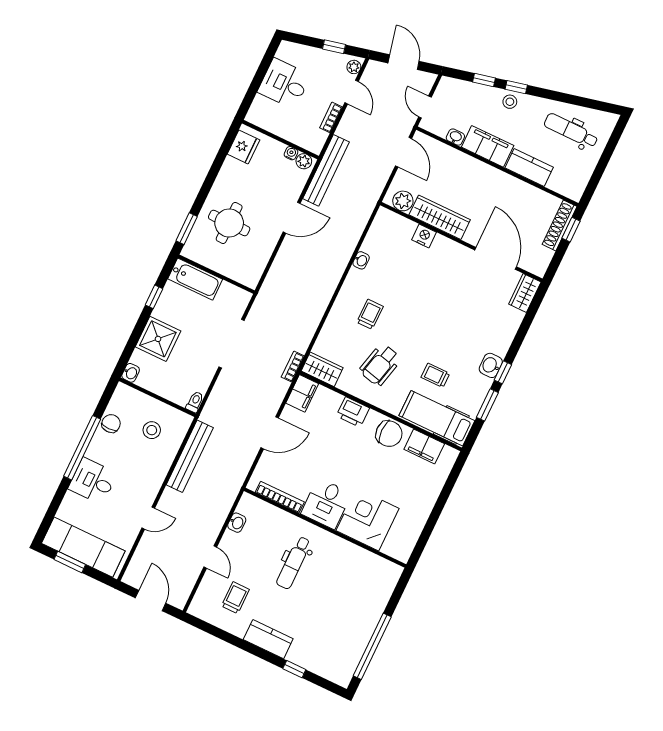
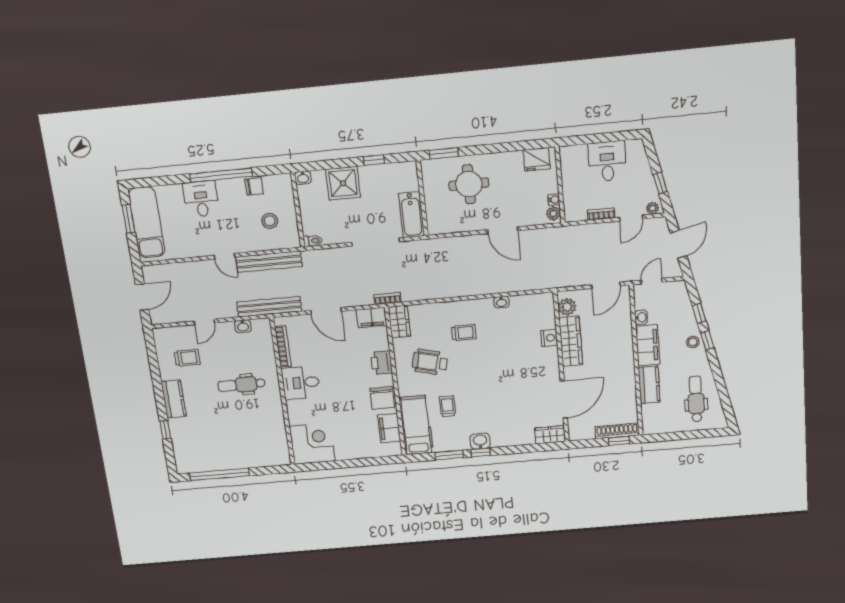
bench: (326, 170) -> (269, 307), moved
bathtub: (195, 279) -> (411, 215), moved
door: (148, 518) -> (224, 256), moved
corner desk: (367, 520) -> (312, 444), moved

